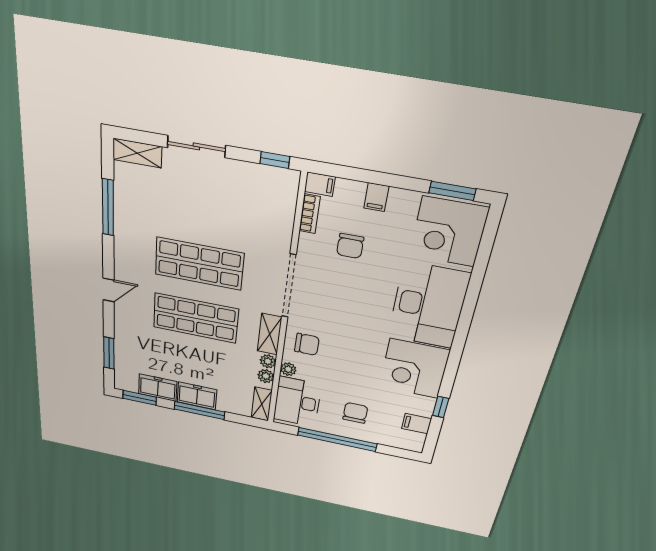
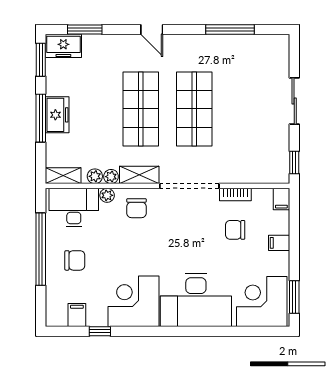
shelving: (137, 153) -> (281, 54), removed
bookcase: (310, 214) -> (235, 195), moved
freezer: (158, 388) -> (63, 46), moved, turned 90

